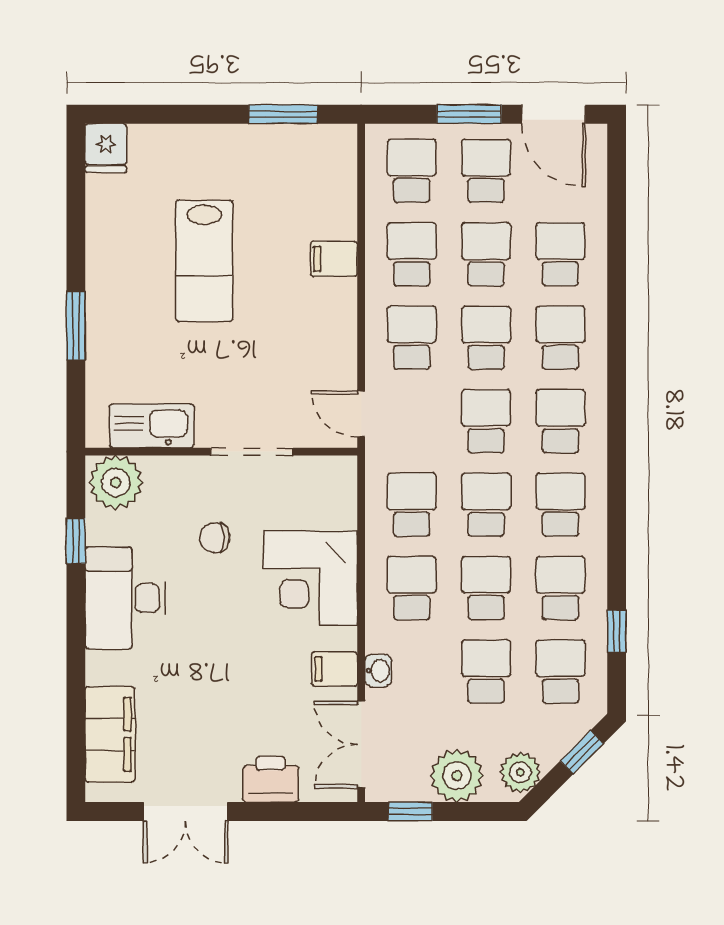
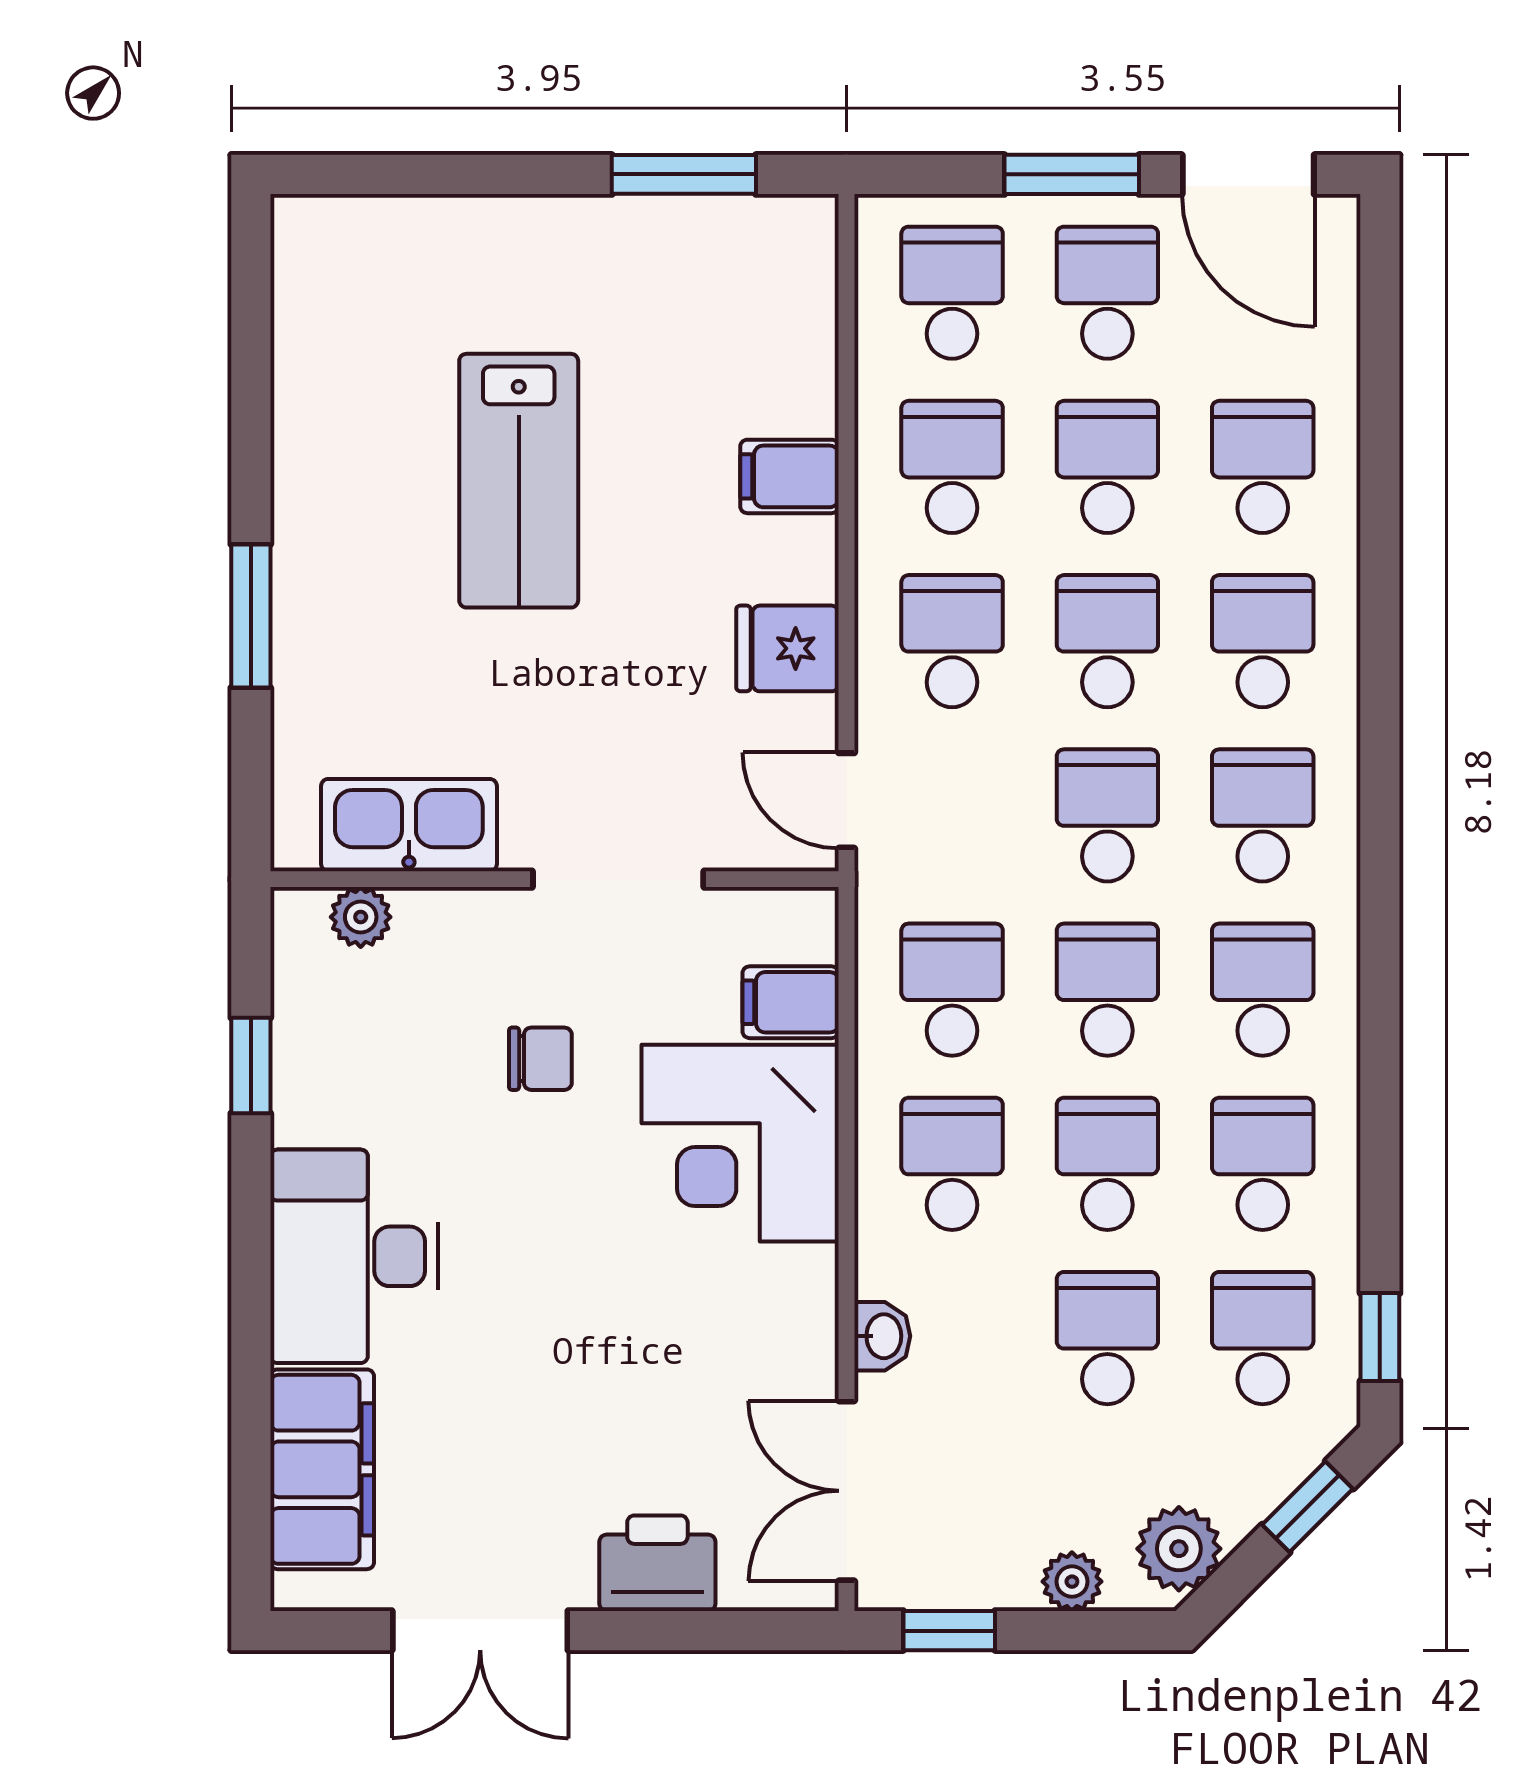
fridge: (106, 148) -> (787, 648), moved, turned 90
plant: (116, 482) -> (361, 917), width x0.53, depth x0.53
chair: (215, 538) -> (540, 1059), turned 180
desk: (125, 598) -> (354, 1256), moved
window: (617, 631) -> (1380, 1337), moved
filing cabinet: (334, 669) -> (791, 1002), moved
plant: (457, 776) -> (1072, 1582), width x0.53, depth x0.53

